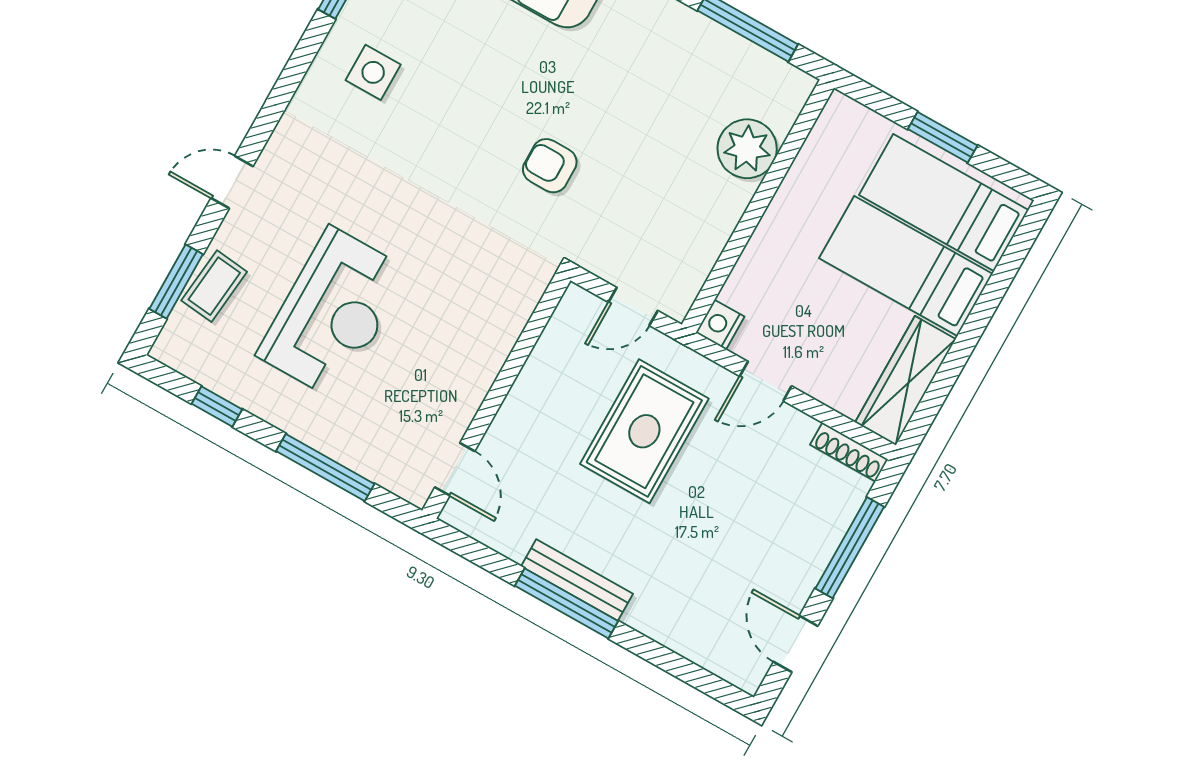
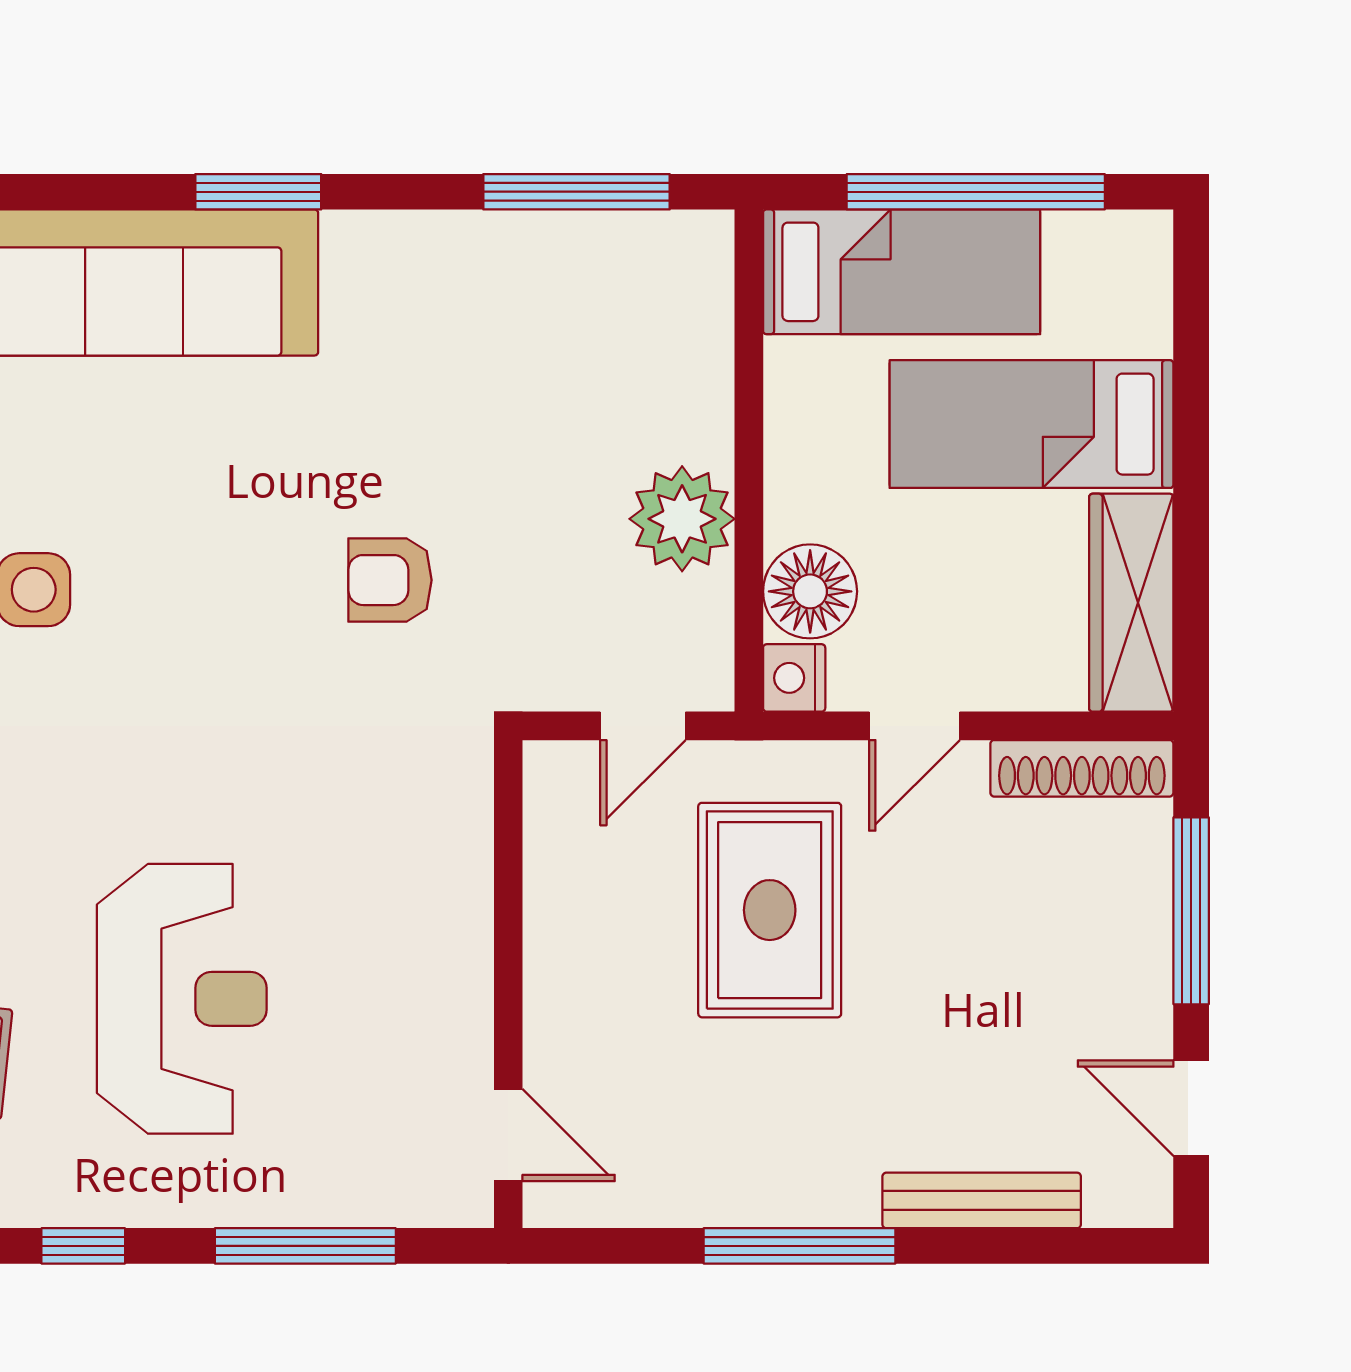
window: (943, 137) -> (976, 192), width x2.11
plant: (747, 149) -> (682, 519), moved
bed: (944, 203) -> (902, 272), moved, turned 180
floor lamp: (752, 287) -> (810, 591), added
shoe rack: (849, 452) -> (1082, 768), width x1.36, depth x1.24
bench: (577, 580) -> (982, 1200), moved

